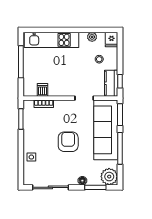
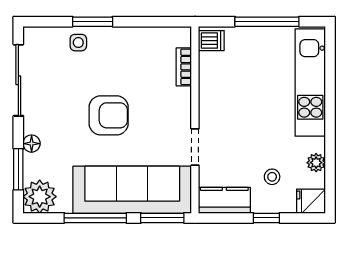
window: (120, 81) -> (266, 218), moved
dishwasher: (43, 90) -> (211, 41), moved
window: (21, 119) -> (93, 22), moved

